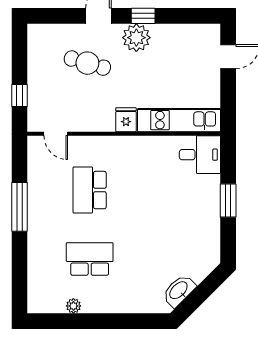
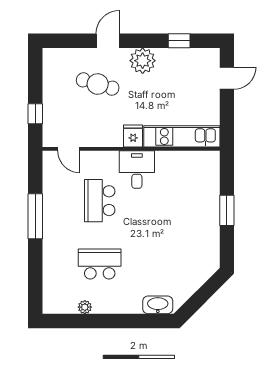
window: (143, 16) -> (179, 41), moved
desk: (200, 155) -> (137, 170), moved, turned -90
washbasin: (179, 291) -> (158, 305), moved, turned 45

